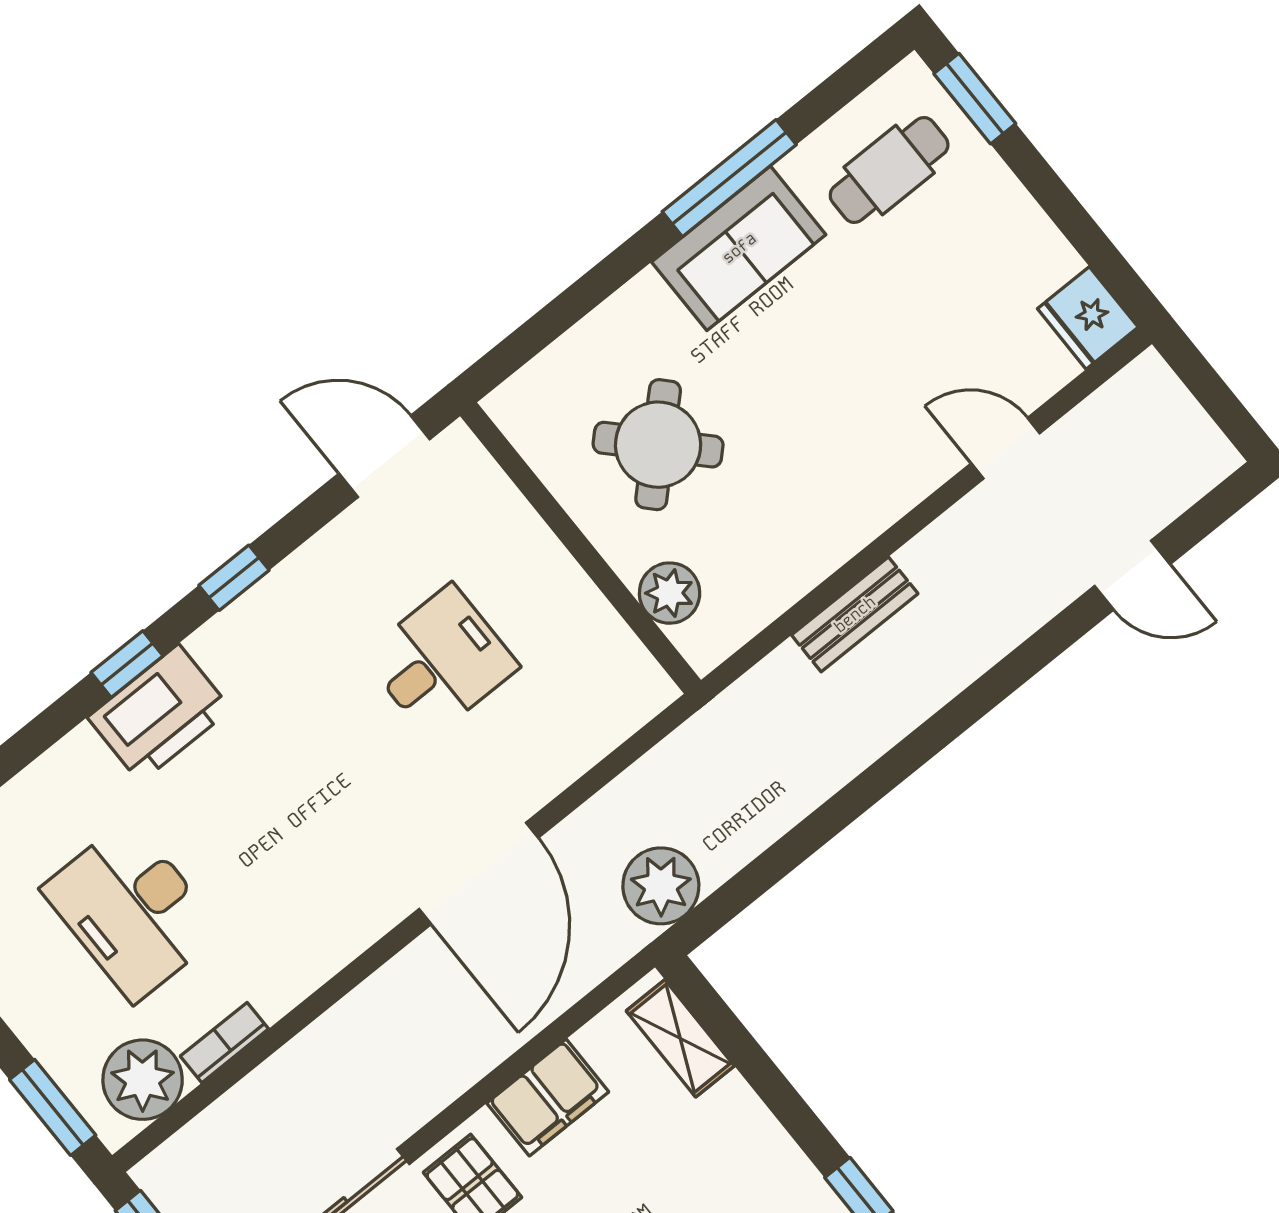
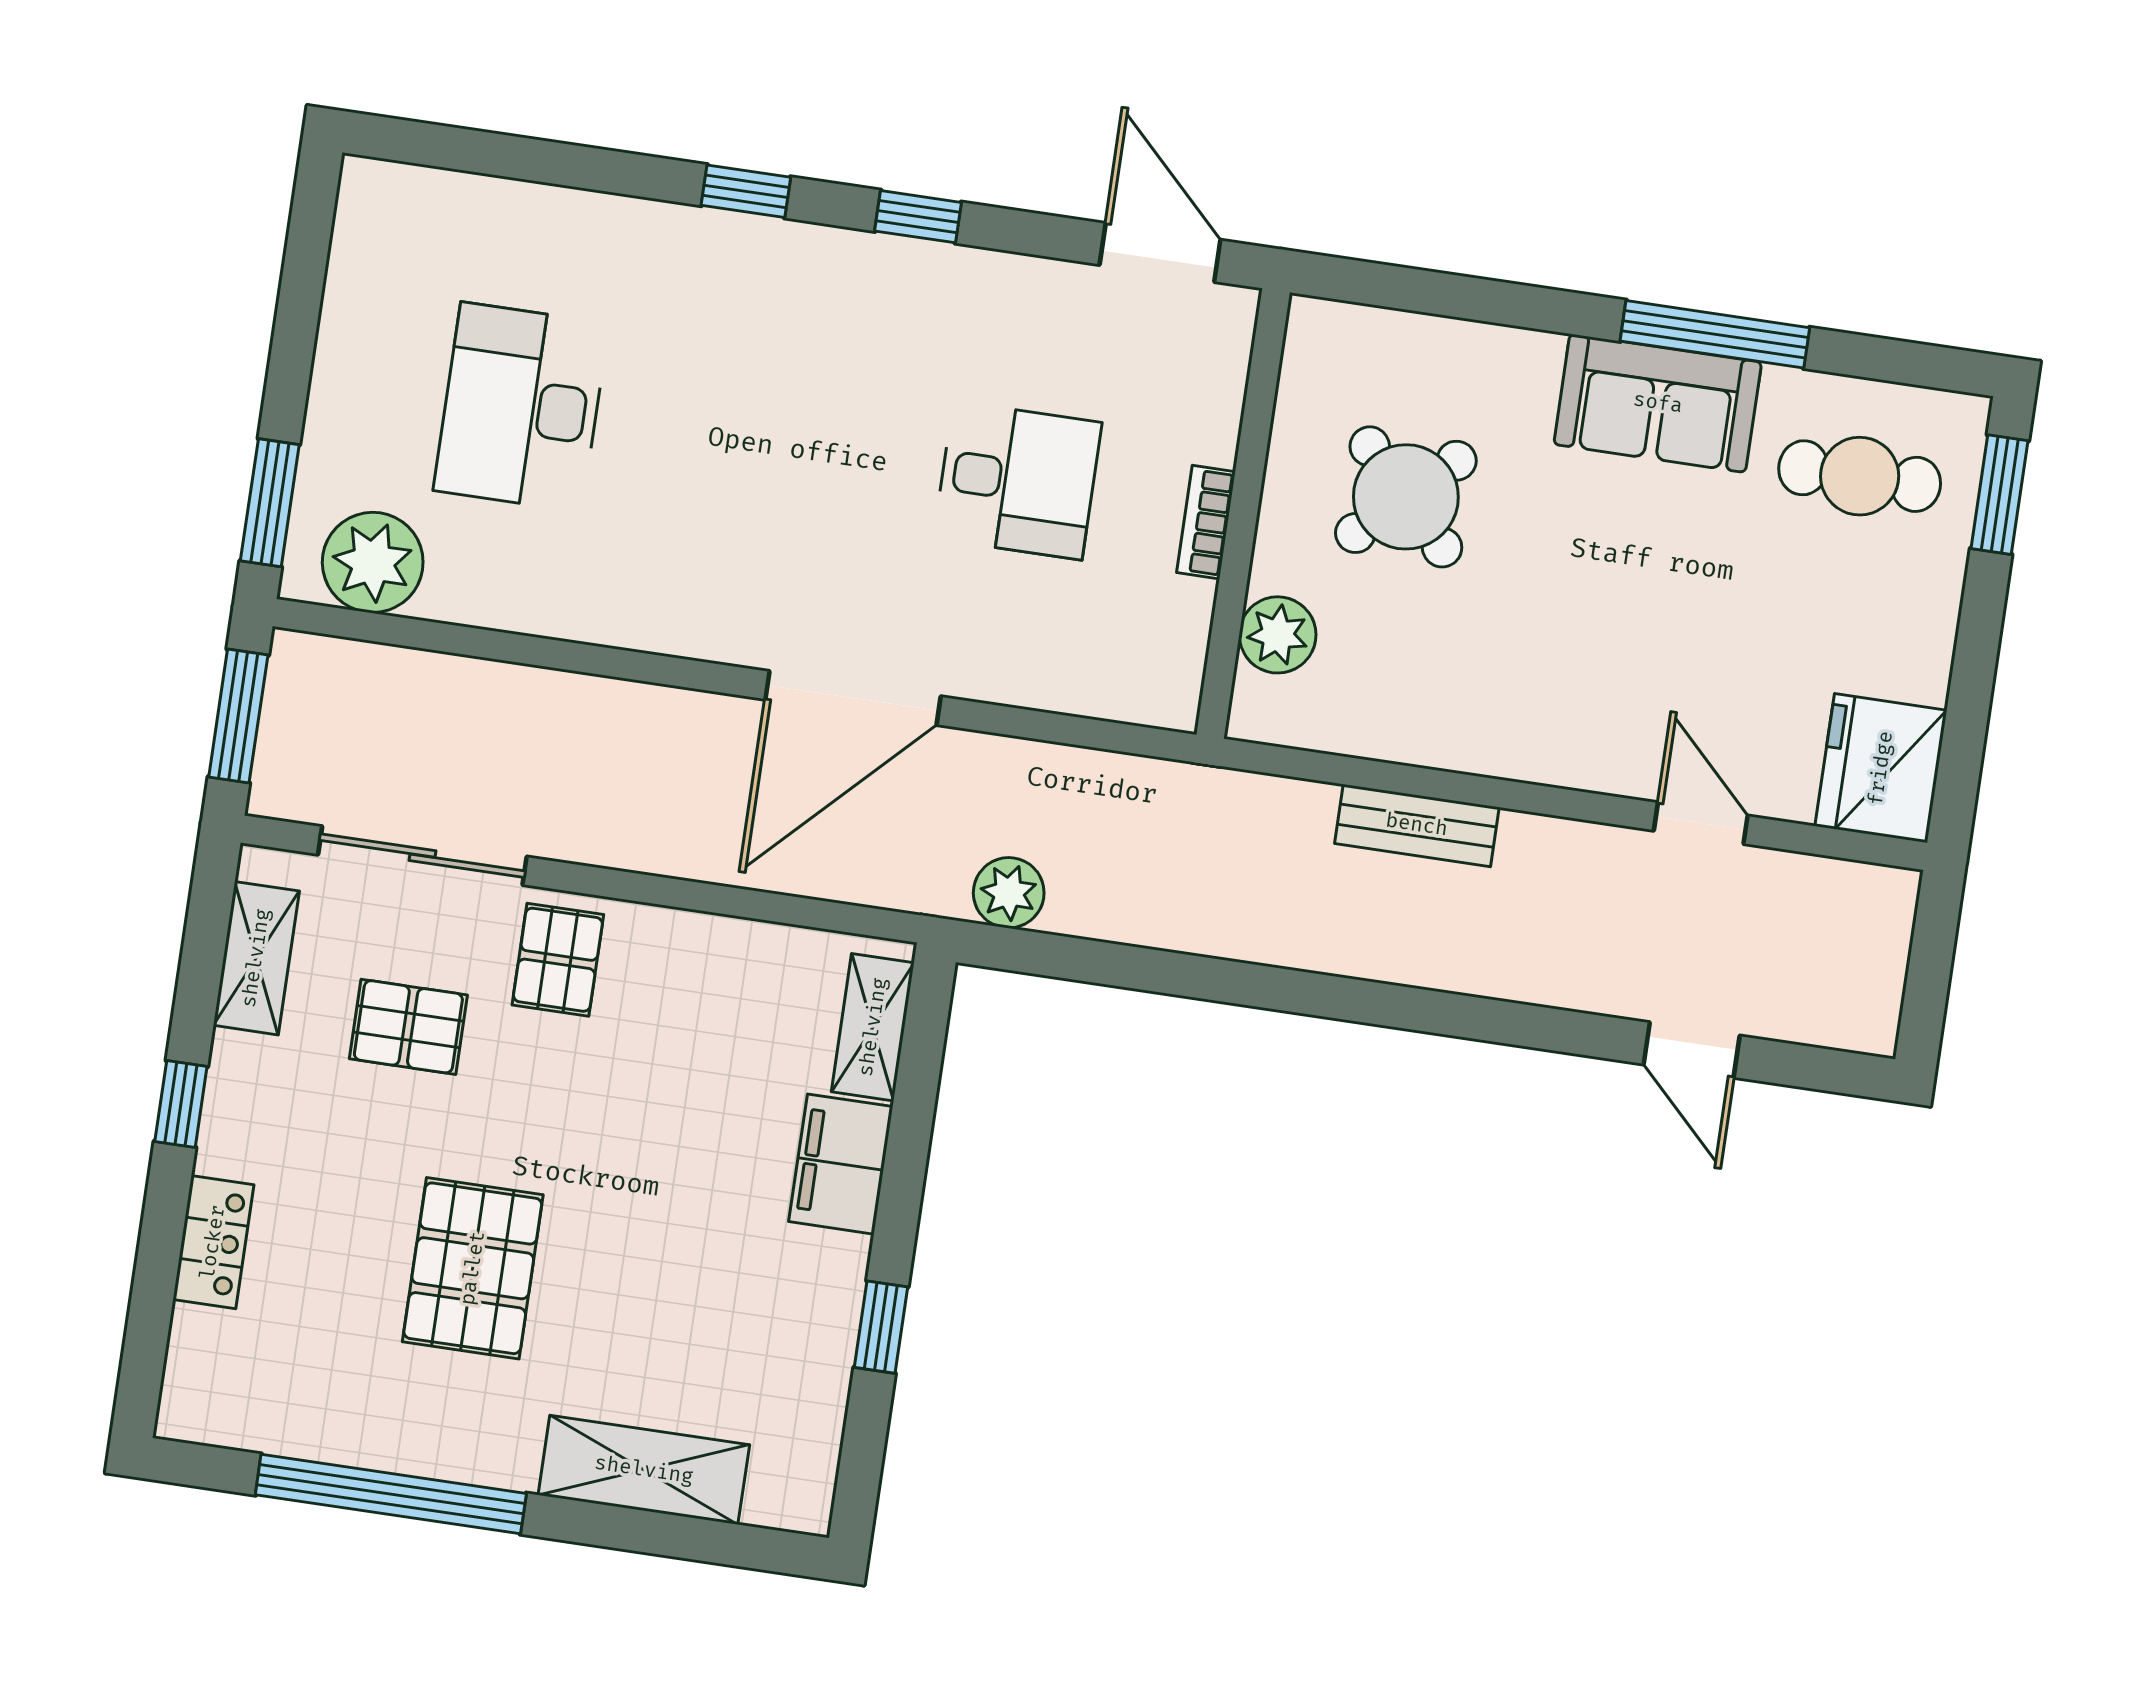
fridge: (1088, 318) -> (1881, 768), width x1.36, depth x1.34
printer: (159, 713) -> (728, 264), removed
plant: (661, 886) -> (1009, 893), width x0.73, depth x0.73
bookcase: (224, 1043) -> (1206, 522), moved, turned -90
filing cabinet: (548, 1098) -> (841, 1164), moved, turned 90

